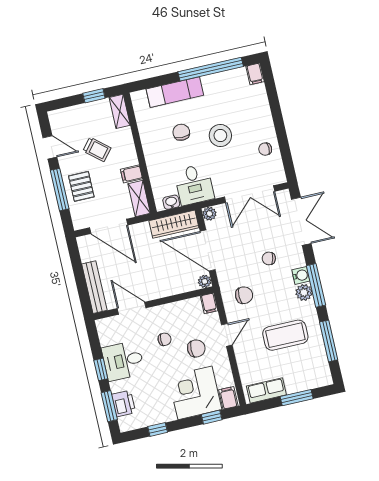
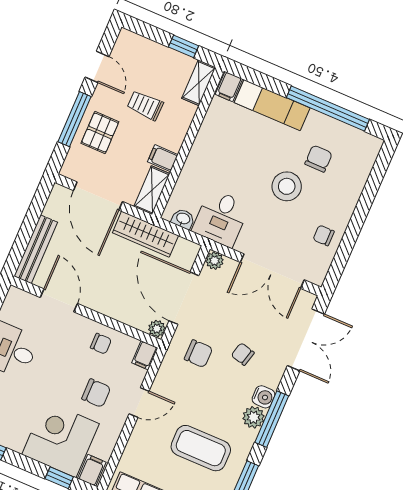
filing cabinet: (255, 74) -> (229, 87), moved
chair: (181, 132) -> (319, 159), moved
trolley: (97, 149) -> (145, 105), turned 141
wardrobe: (174, 224) -> (145, 234), moved
chair: (244, 295) -> (198, 354), moved
chair: (165, 339) -> (101, 344), moved

